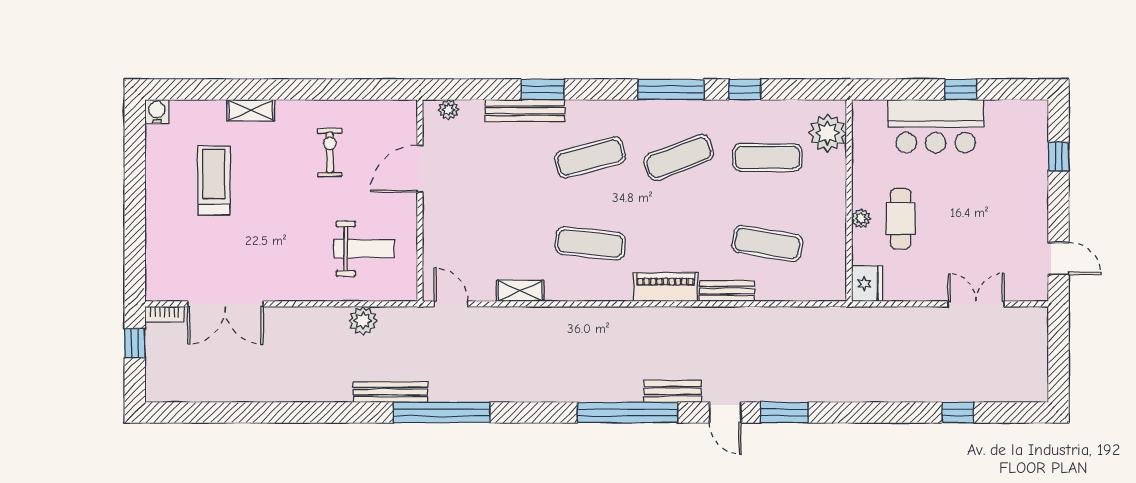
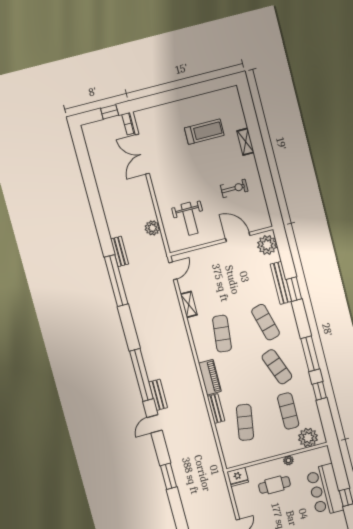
plant: (448, 110) -> (267, 245), width x1.88, depth x1.88
water cooler: (157, 112) -> (232, 93), removed
plant: (861, 219) -> (288, 460), moved
bench: (390, 392) -> (120, 251), width x0.73
window: (784, 412) -> (168, 476), moved

